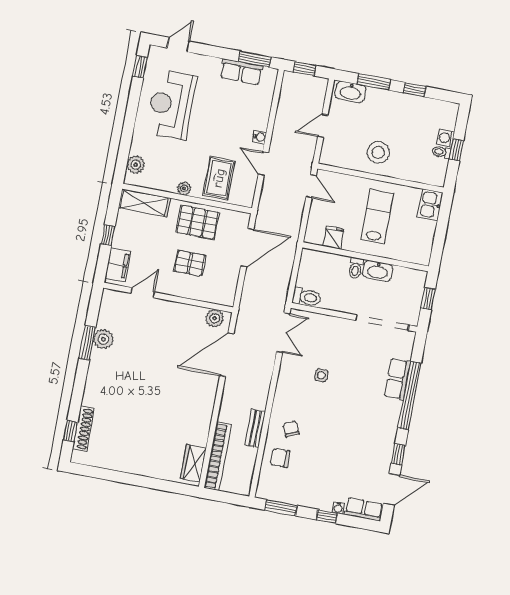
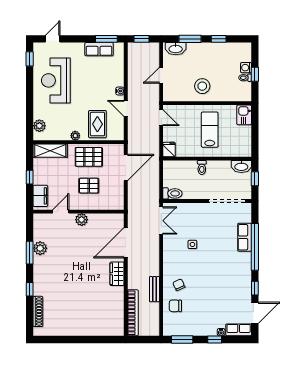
fridge: (333, 237) -> (169, 149), moved
washbasin: (378, 271) -> (241, 166), moved
plant: (215, 318) -> (82, 220), moved
window: (71, 431) -> (30, 289), moved
wardrobe: (193, 463) -> (117, 274), moved

